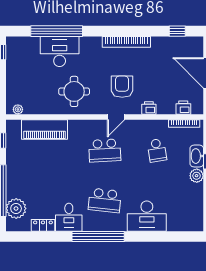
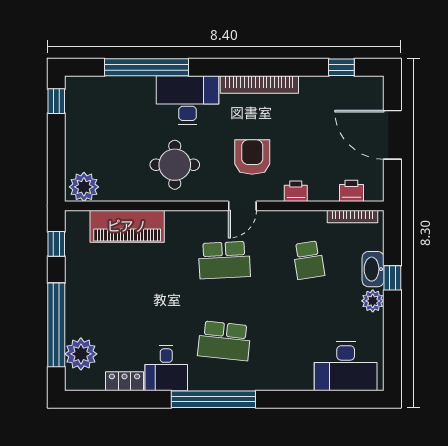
desk: (60, 51) -> (188, 100), moved
plant: (18, 109) -> (84, 187), width x1.88, depth x1.88
desk: (147, 216) -> (346, 366), moved

